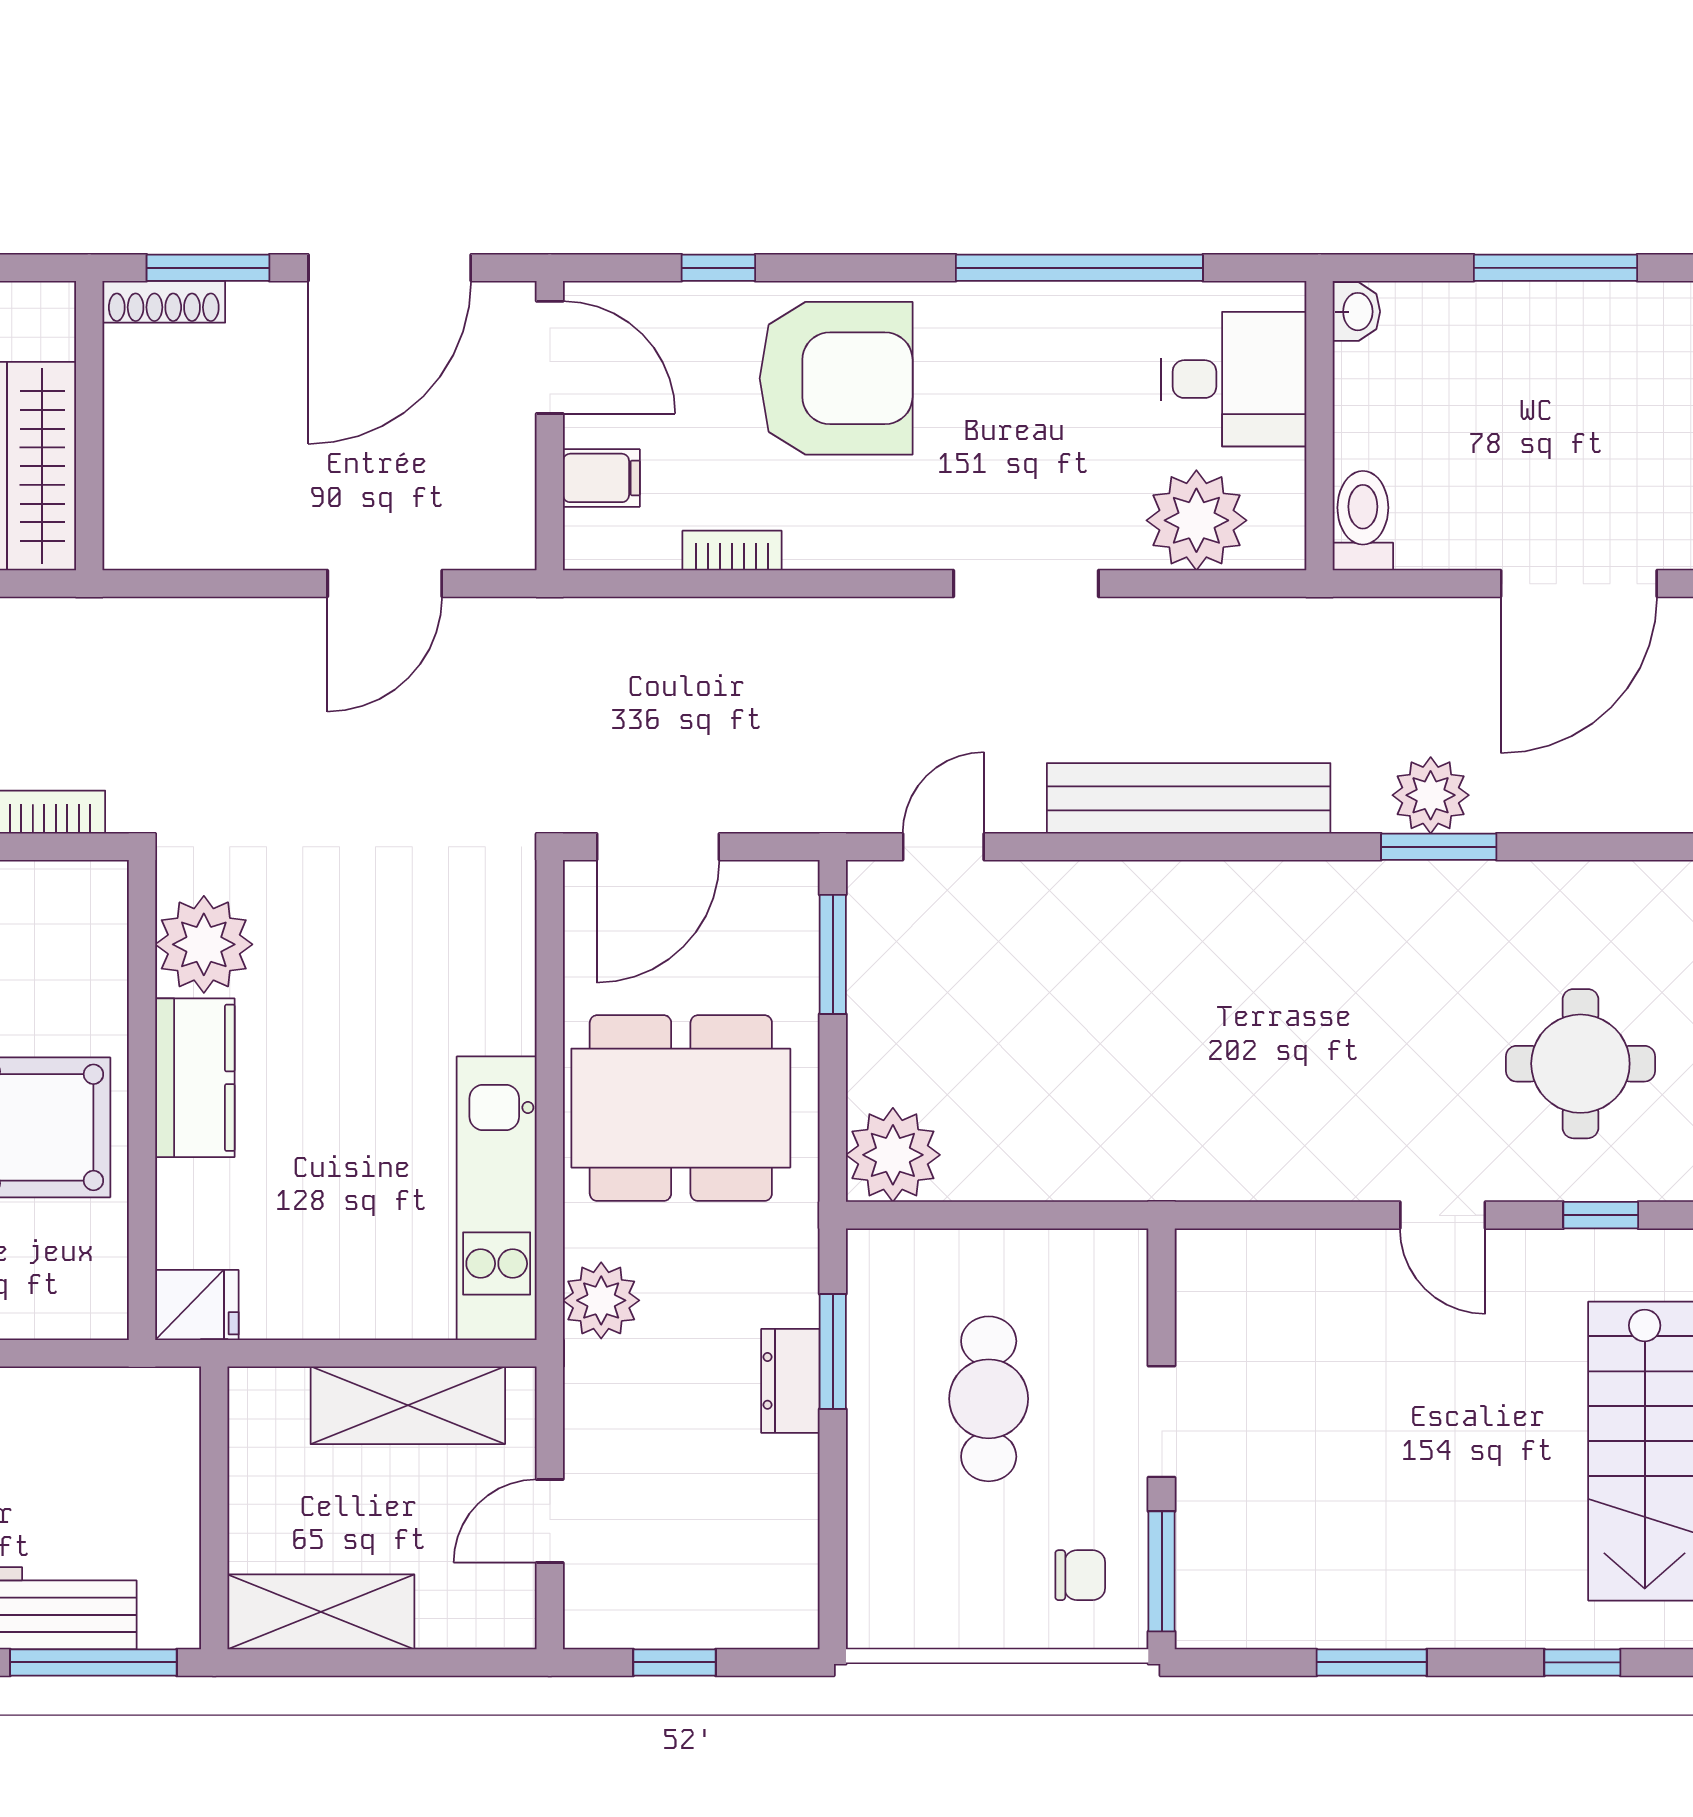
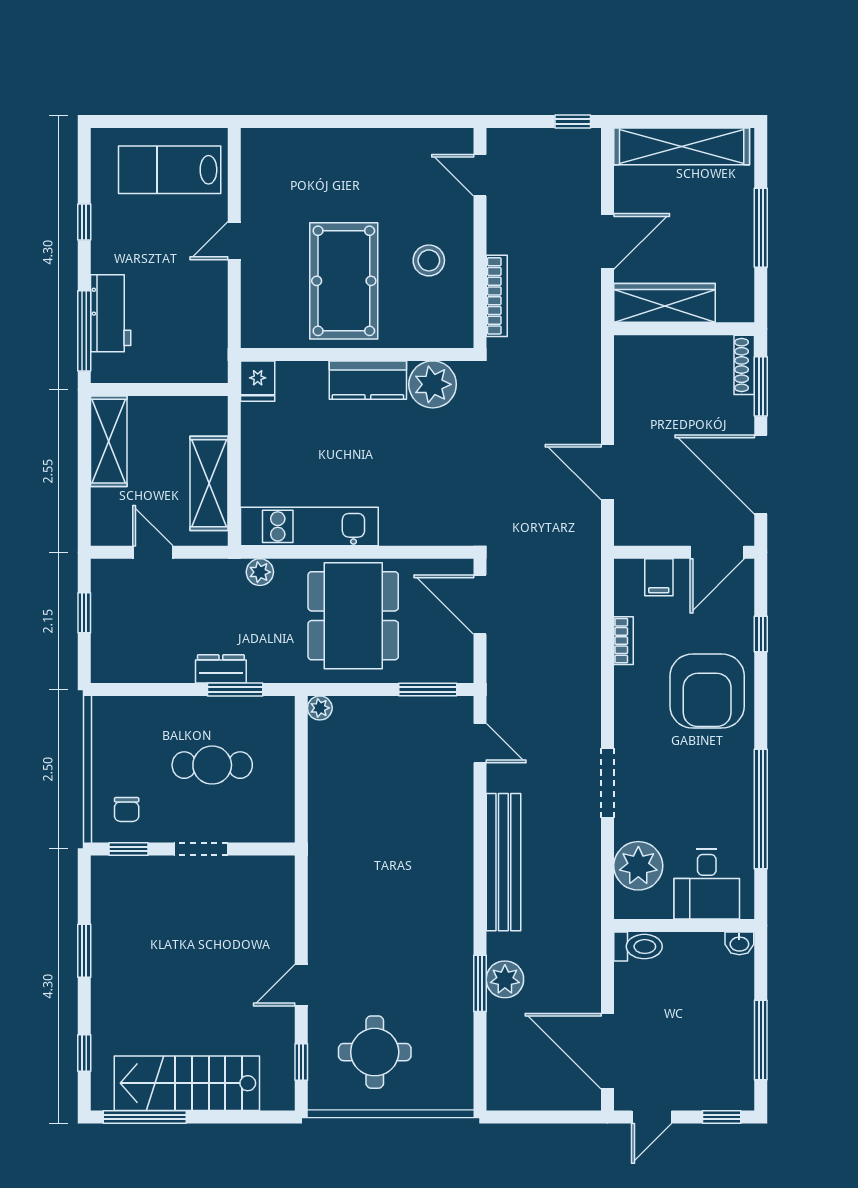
plant: (893, 1155) -> (320, 708), width x0.53, depth x0.53
plant: (601, 1300) -> (260, 572), width x0.73, depth x0.73
window: (1162, 1571) -> (128, 849), width x0.67

